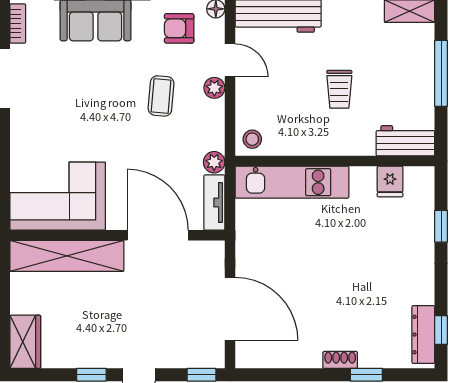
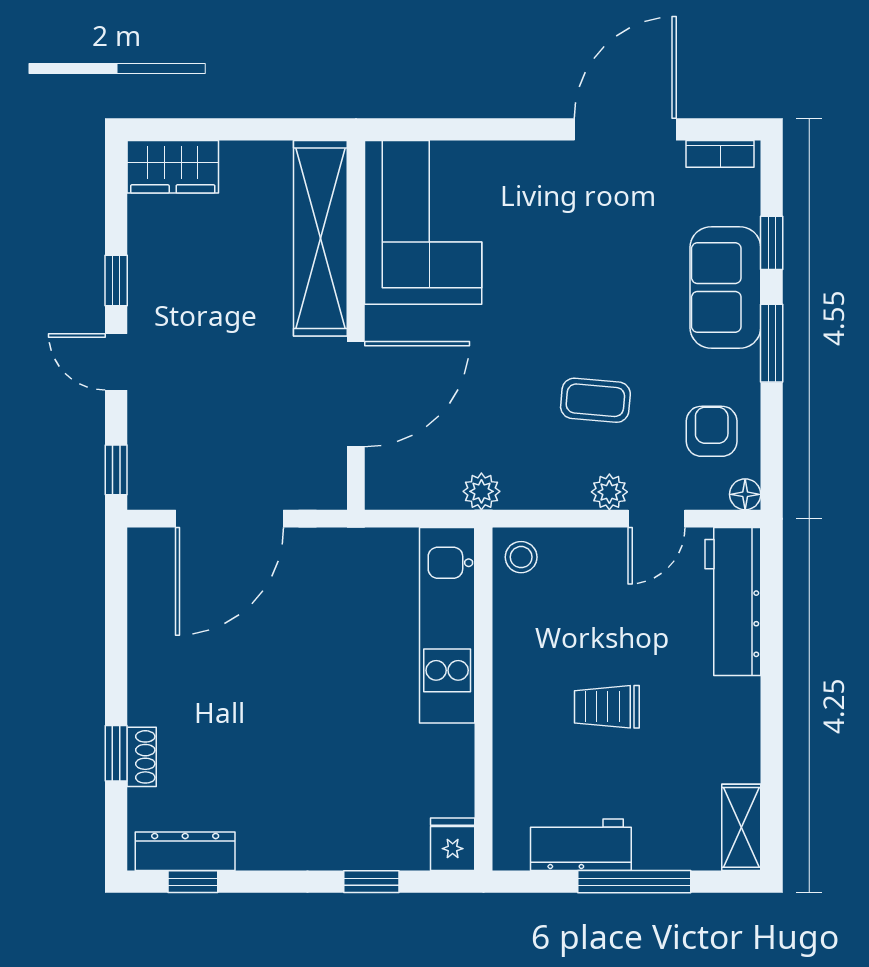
workbench: (405, 141) -> (581, 845), moved, turned -90
fridge: (390, 181) -> (453, 844), moved, turned 90
tv unit: (214, 203) -> (412, 492), removed
shoe rack: (340, 360) -> (142, 757), moved

